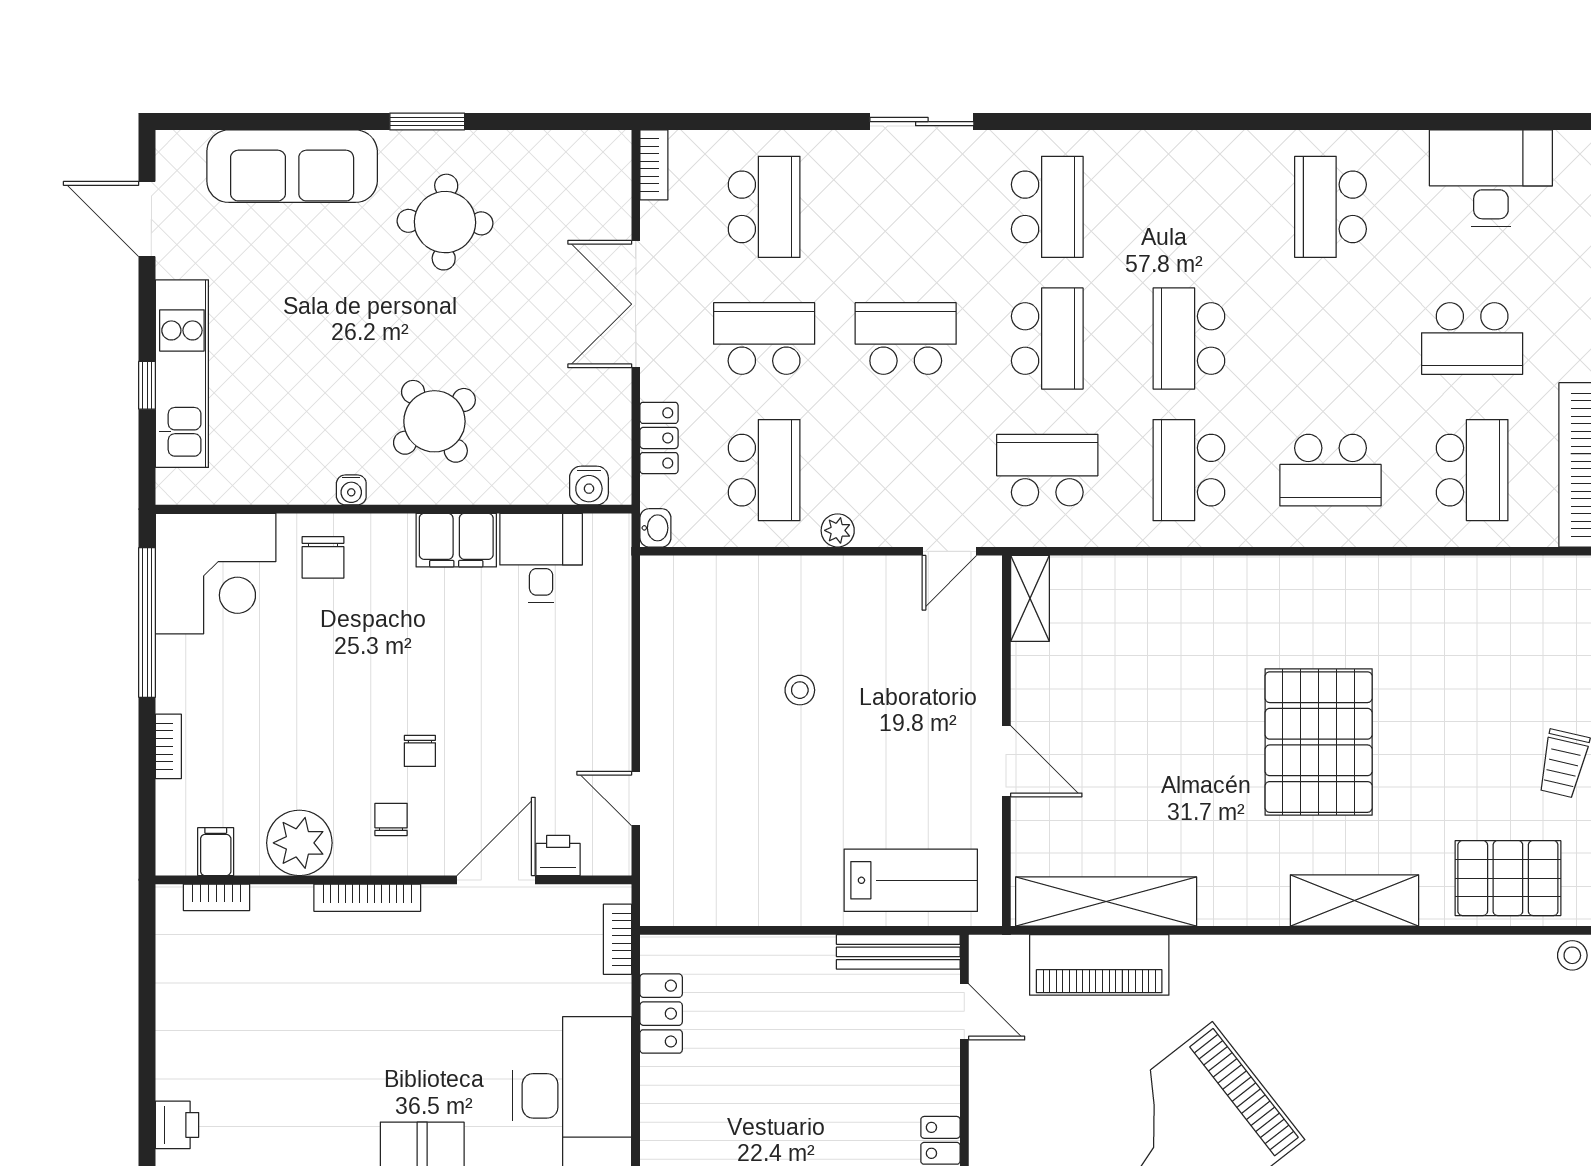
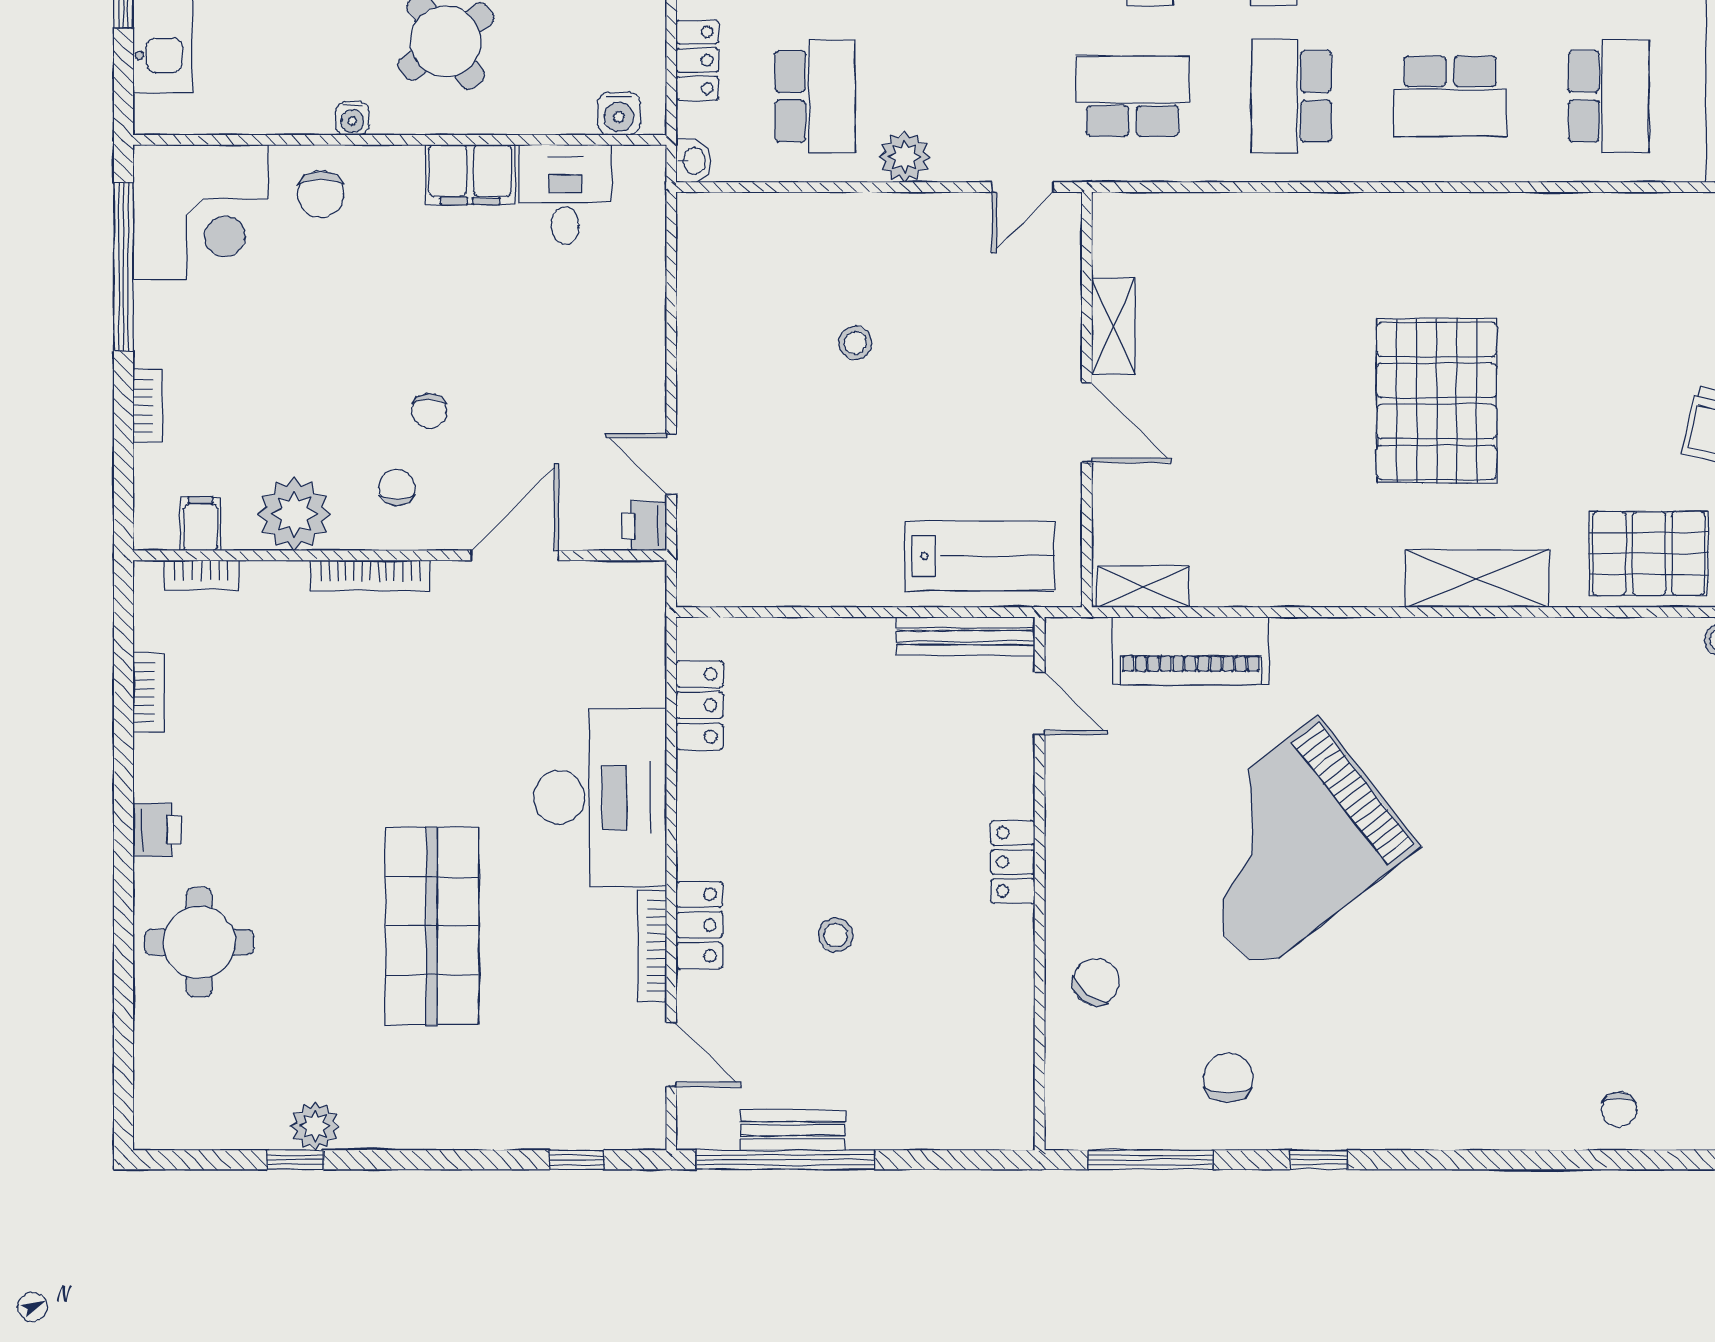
plant: (838, 530) -> (905, 157), width x1.38, depth x1.38
shelving: (1030, 598) -> (1113, 326), moved
printer: (558, 856) -> (644, 526), moved, turned -90
shelving: (1106, 901) -> (1143, 587), width x0.45, depth x0.75
bookcase: (617, 939) -> (149, 693), moved, turned 180

